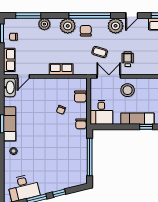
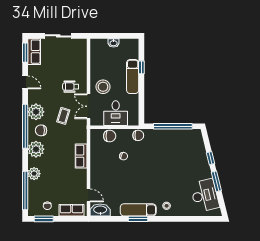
window: (28, 16) -> (25, 190), width x1.46
plant: (116, 26) -> (36, 112), moved
desk: (101, 112) -> (116, 113), moved, turned 90

